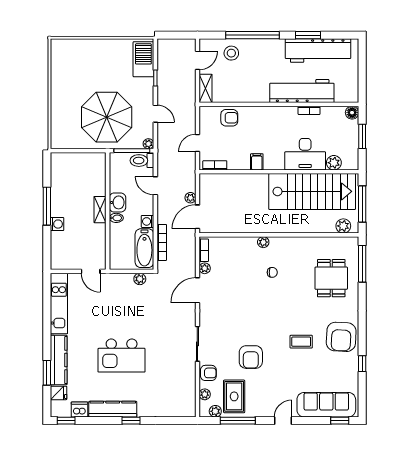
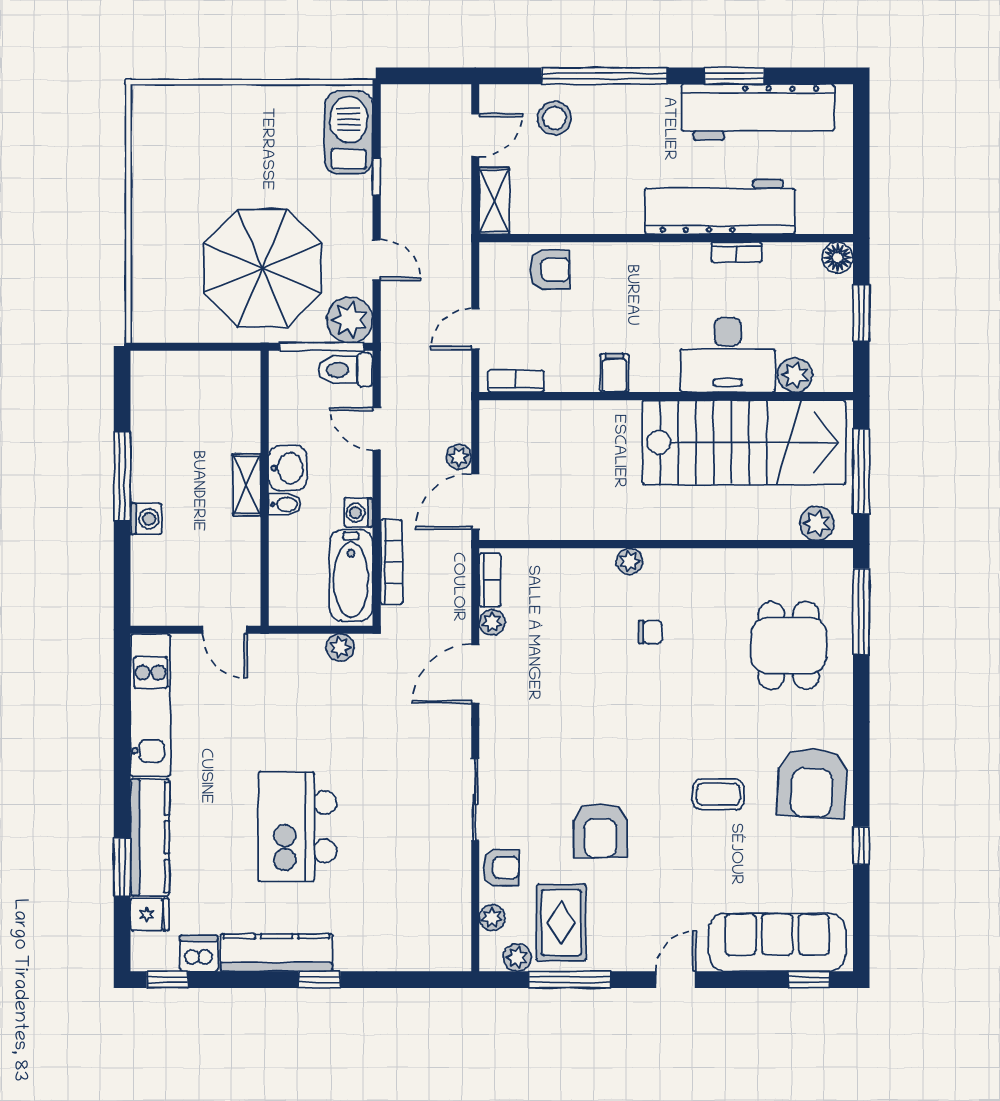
plant: (148, 144) -> (350, 320), width x1.87, depth x1.87
kitchen island: (122, 356) -> (297, 827), turned 90

